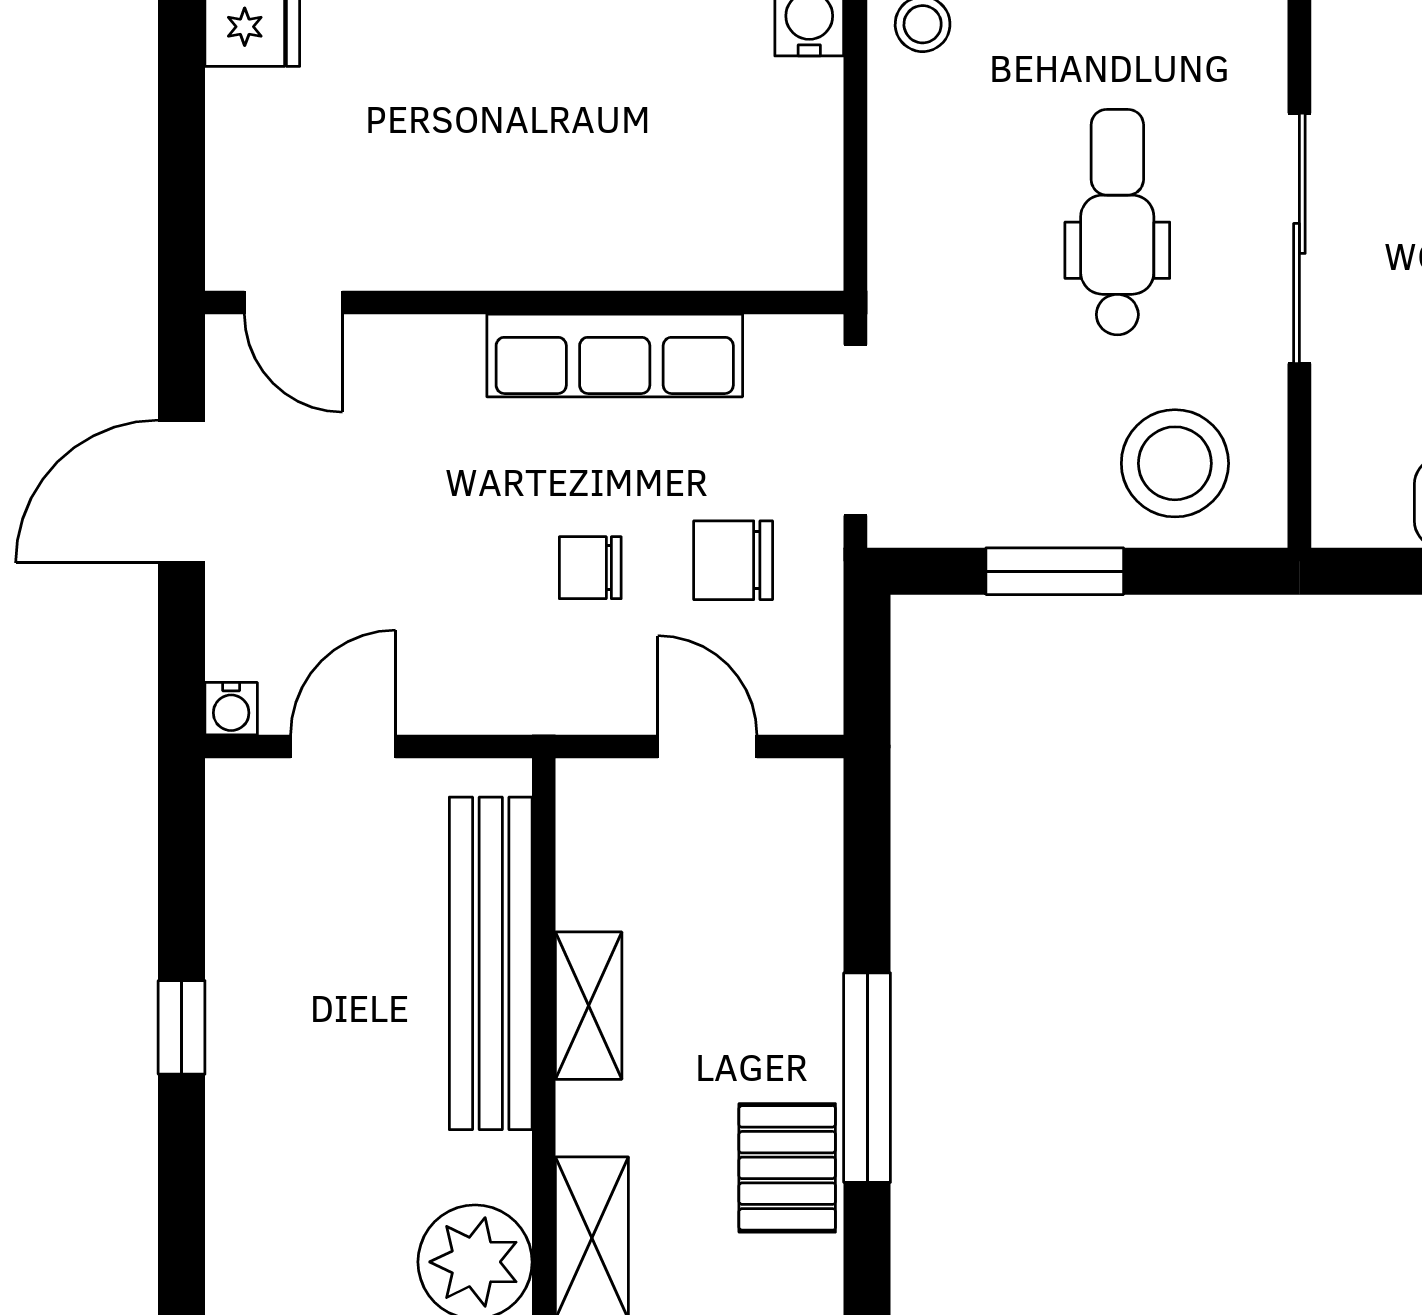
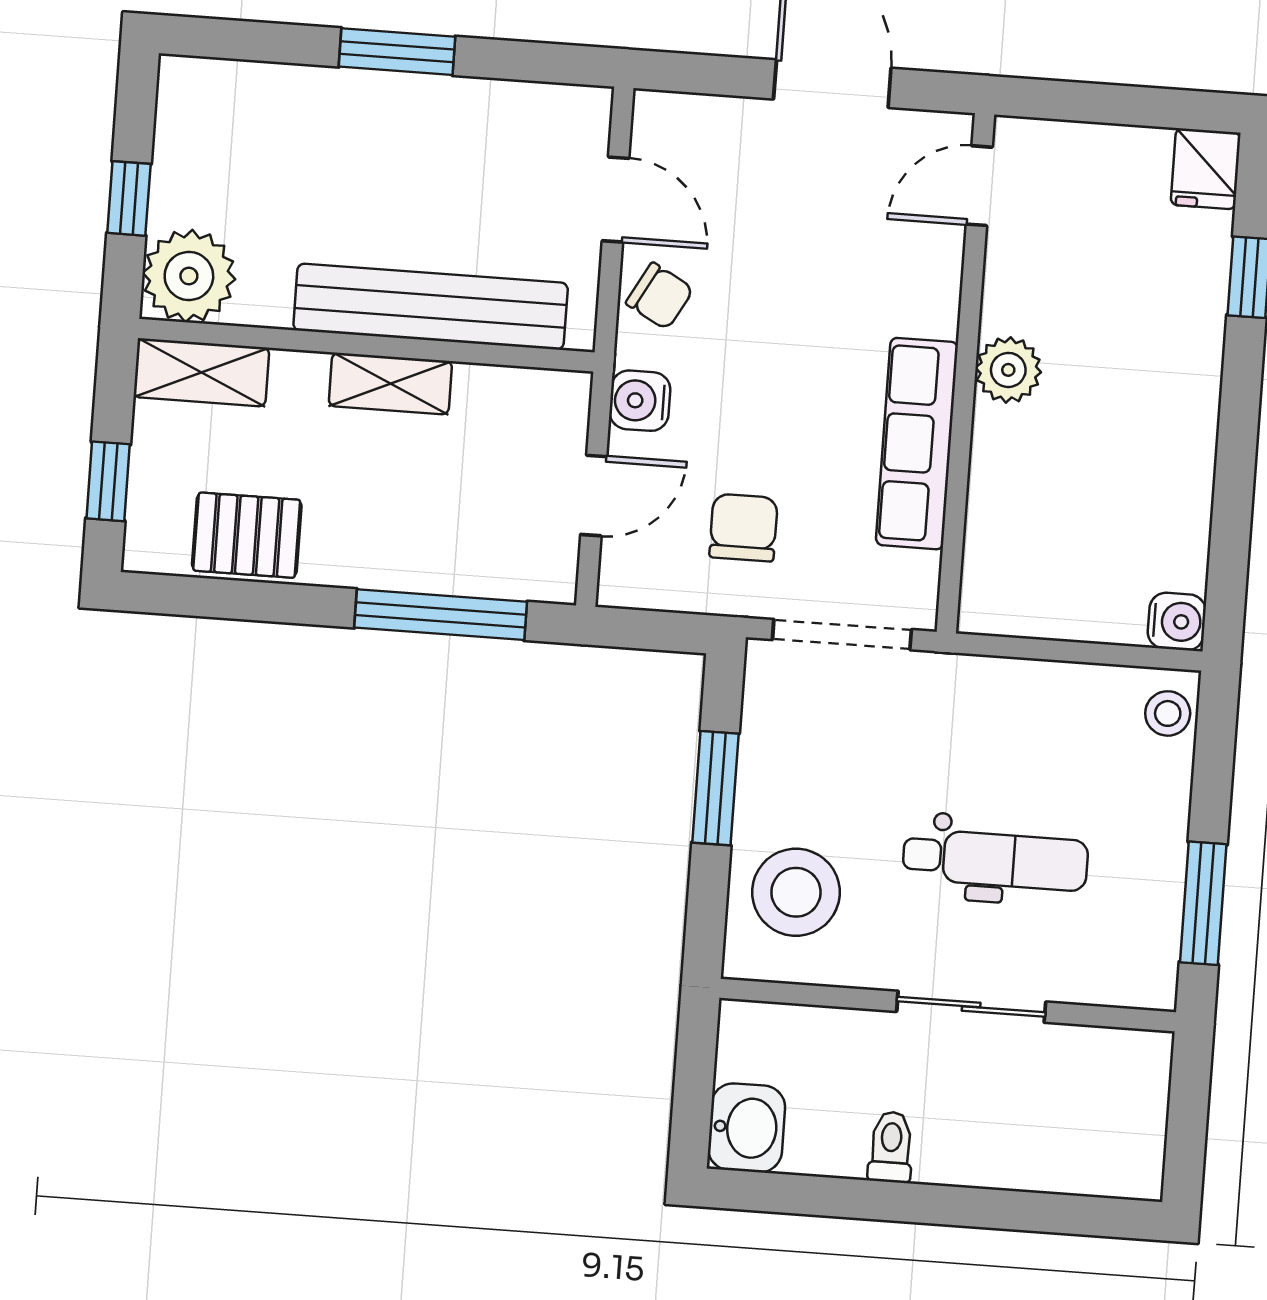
sliding door: (1299, 238) -> (971, 1007), width x0.73
plant: (516, 250) -> (1008, 370), added
chair: (590, 568) -> (660, 296), moved, turned 119
water cooler: (231, 709) -> (640, 401), moved, width x1.38, depth x1.38
window: (182, 1027) -> (397, 52), width x1.50
window: (867, 1078) -> (441, 615), moved

